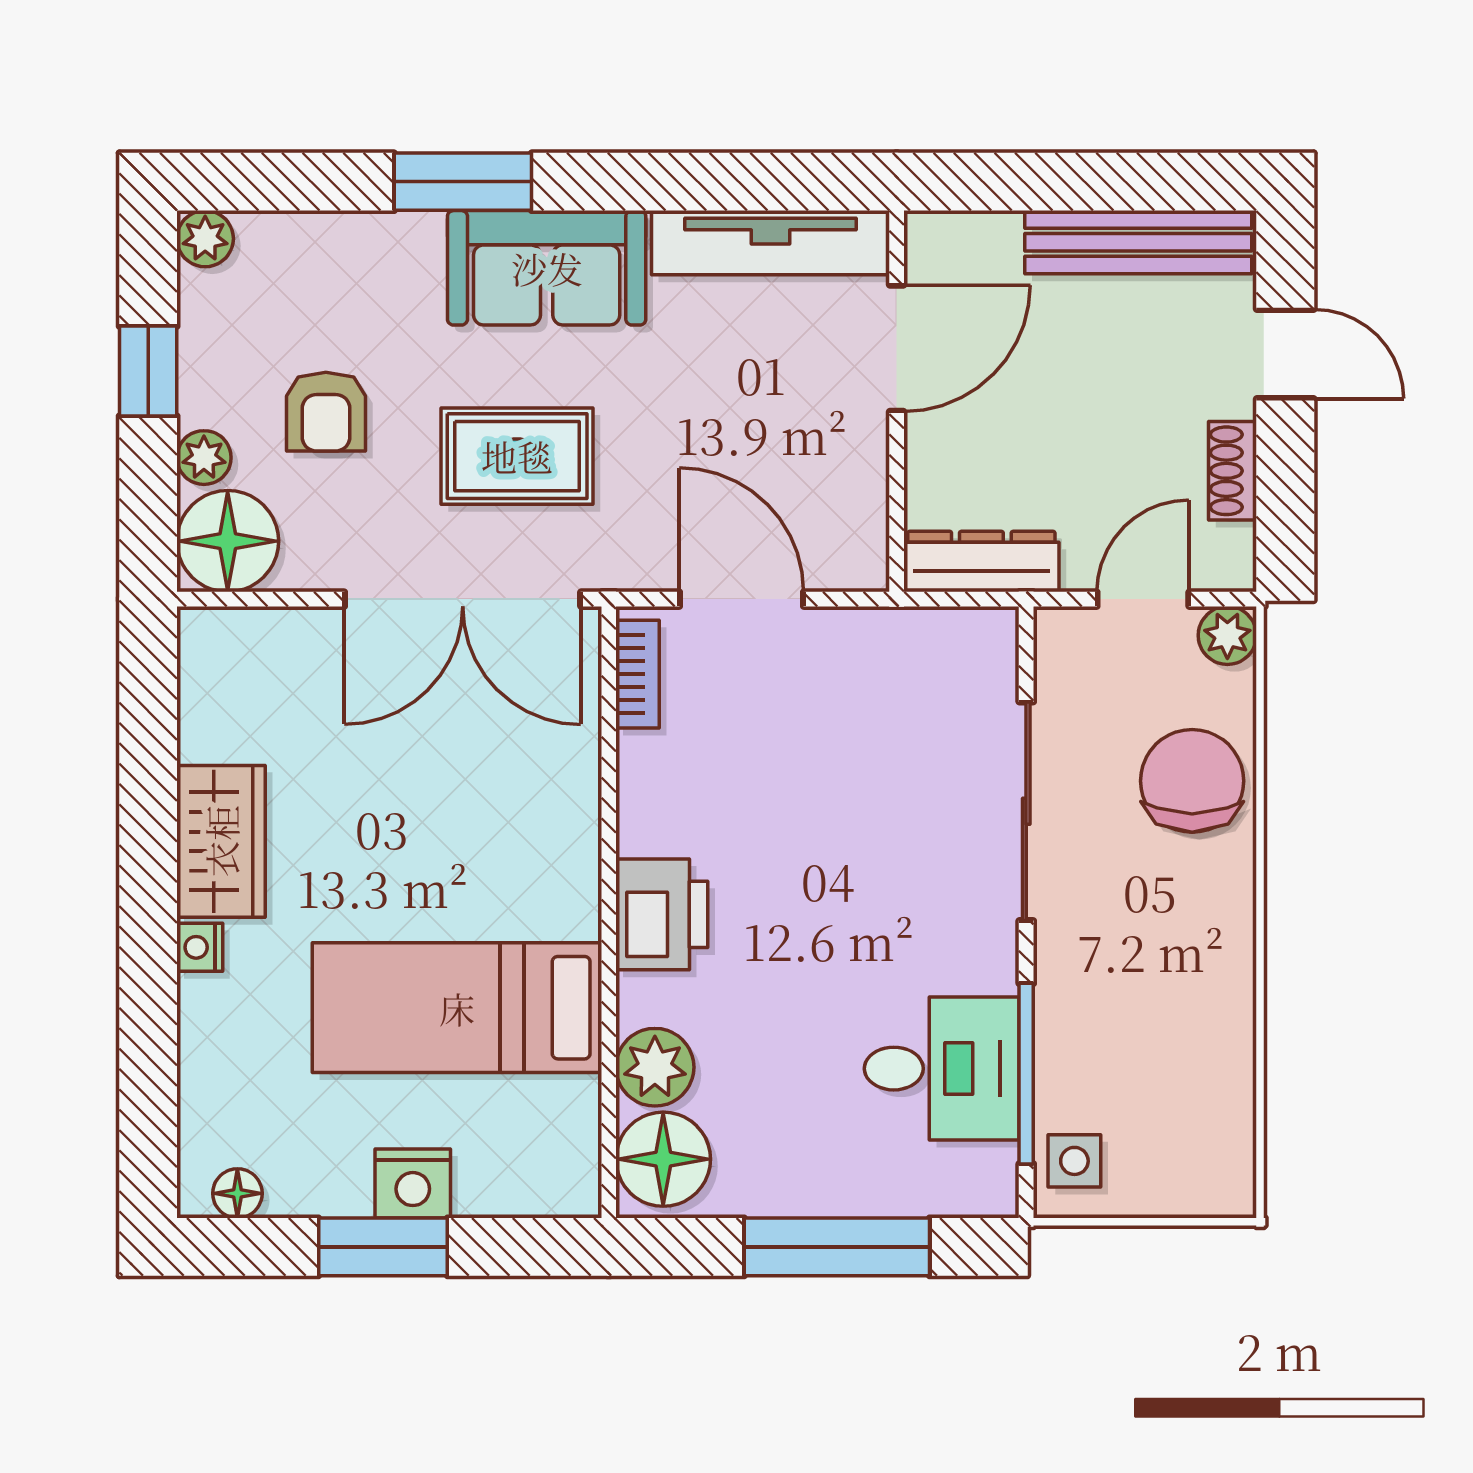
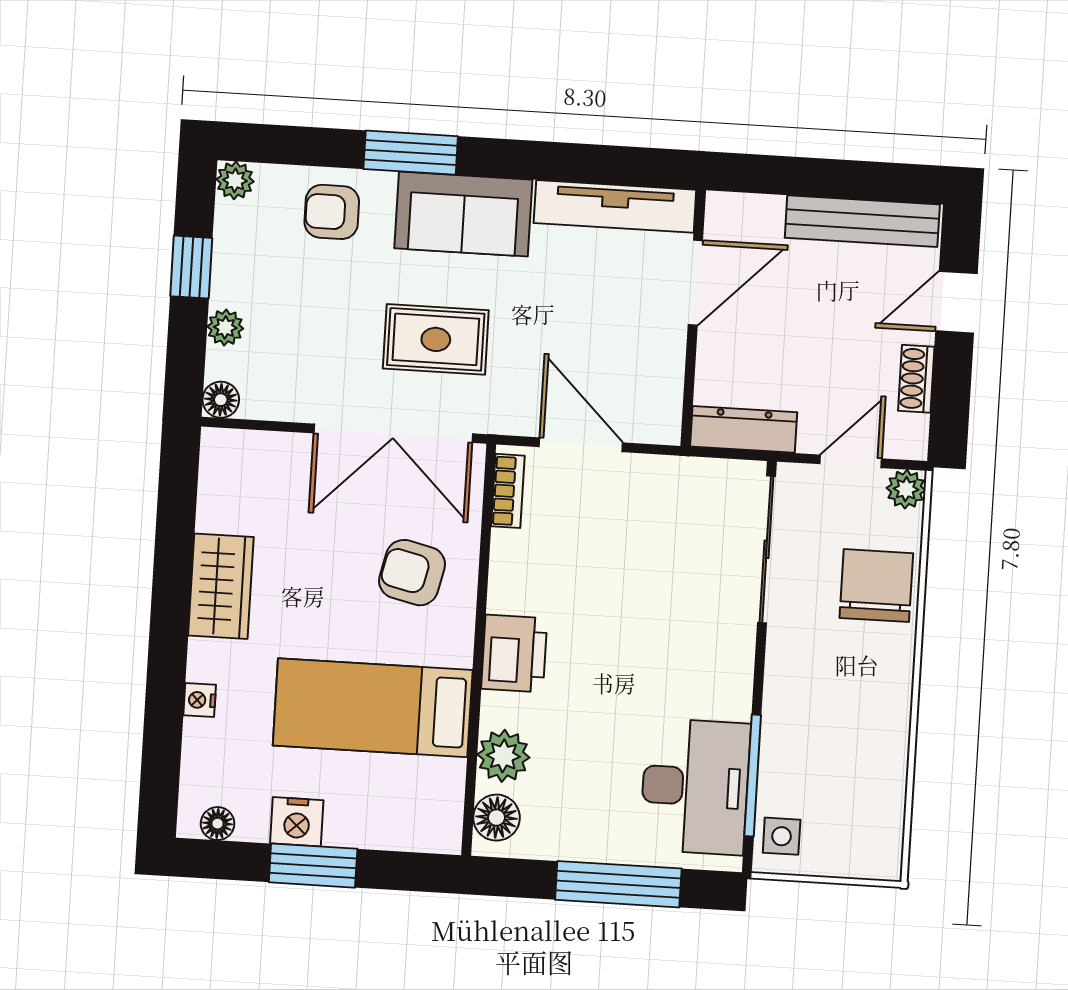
door: (1285, 354) -> (956, 302), swing flipped
armchair: (326, 412) -> (332, 212), moved, turned 90
floor lamp: (228, 541) -> (221, 400), width x0.53, depth x0.53
armchair: (503, 804) -> (412, 573), added
sliding door: (1026, 811) -> (767, 549), moved
nightstand: (200, 947) -> (200, 700), moved
desk: (942, 1069) -> (695, 787), width x1.37
floor lamp: (663, 1159) -> (496, 818), width x0.73, depth x0.73
nightstand: (413, 1184) -> (297, 822), moved

